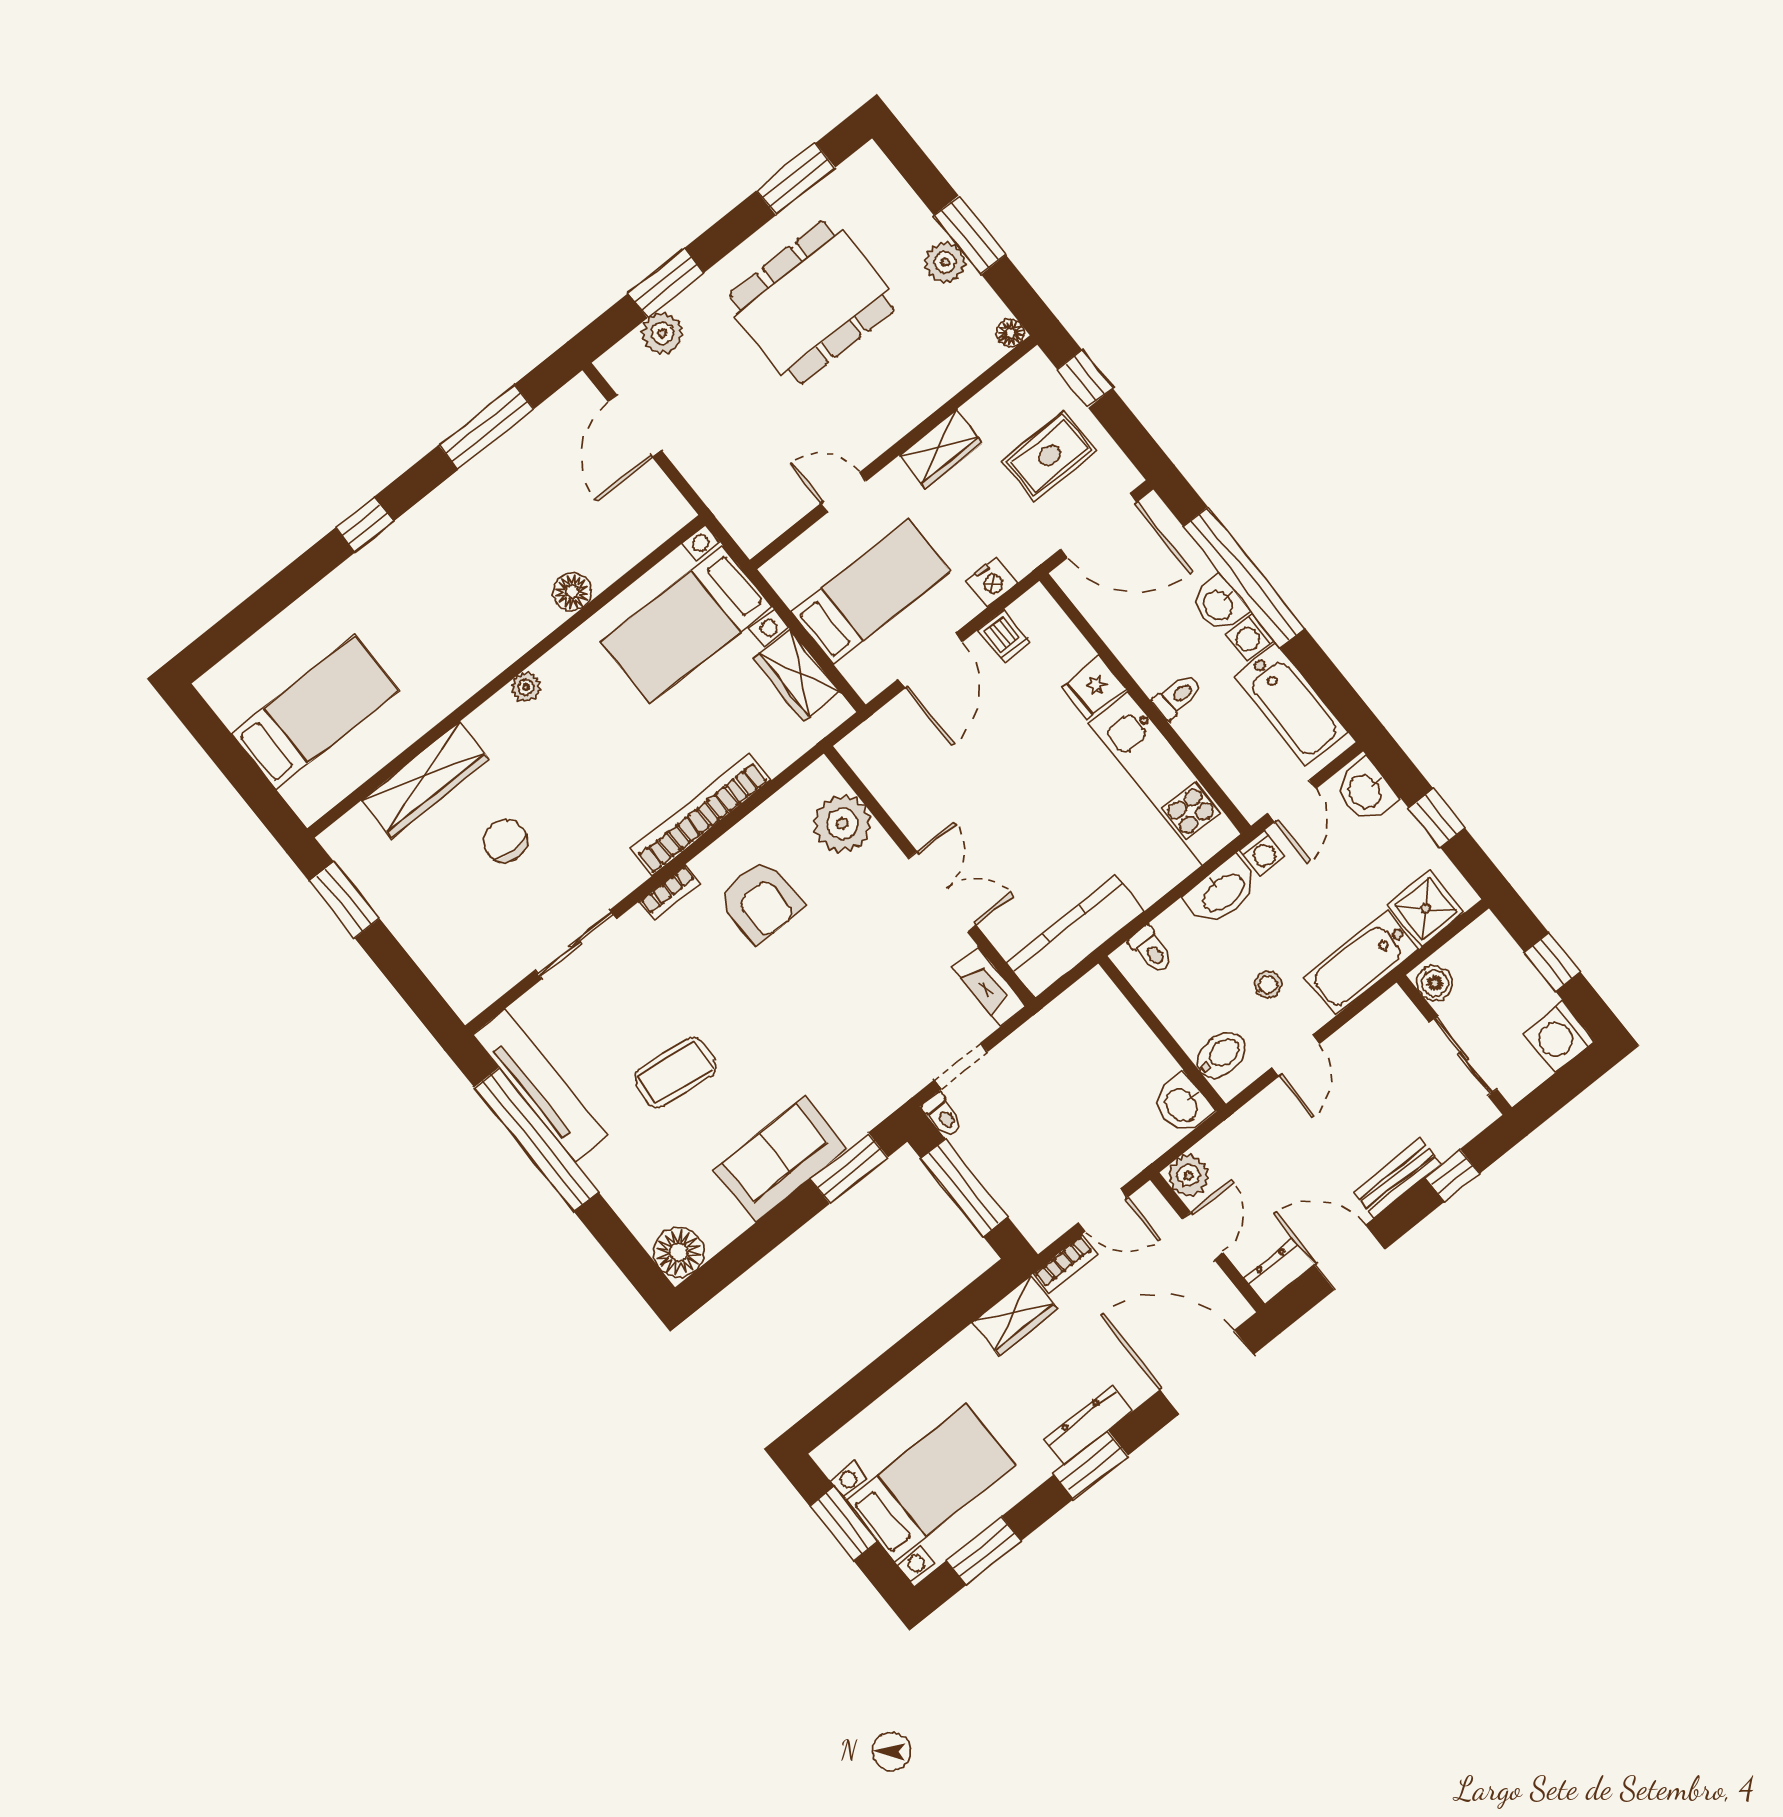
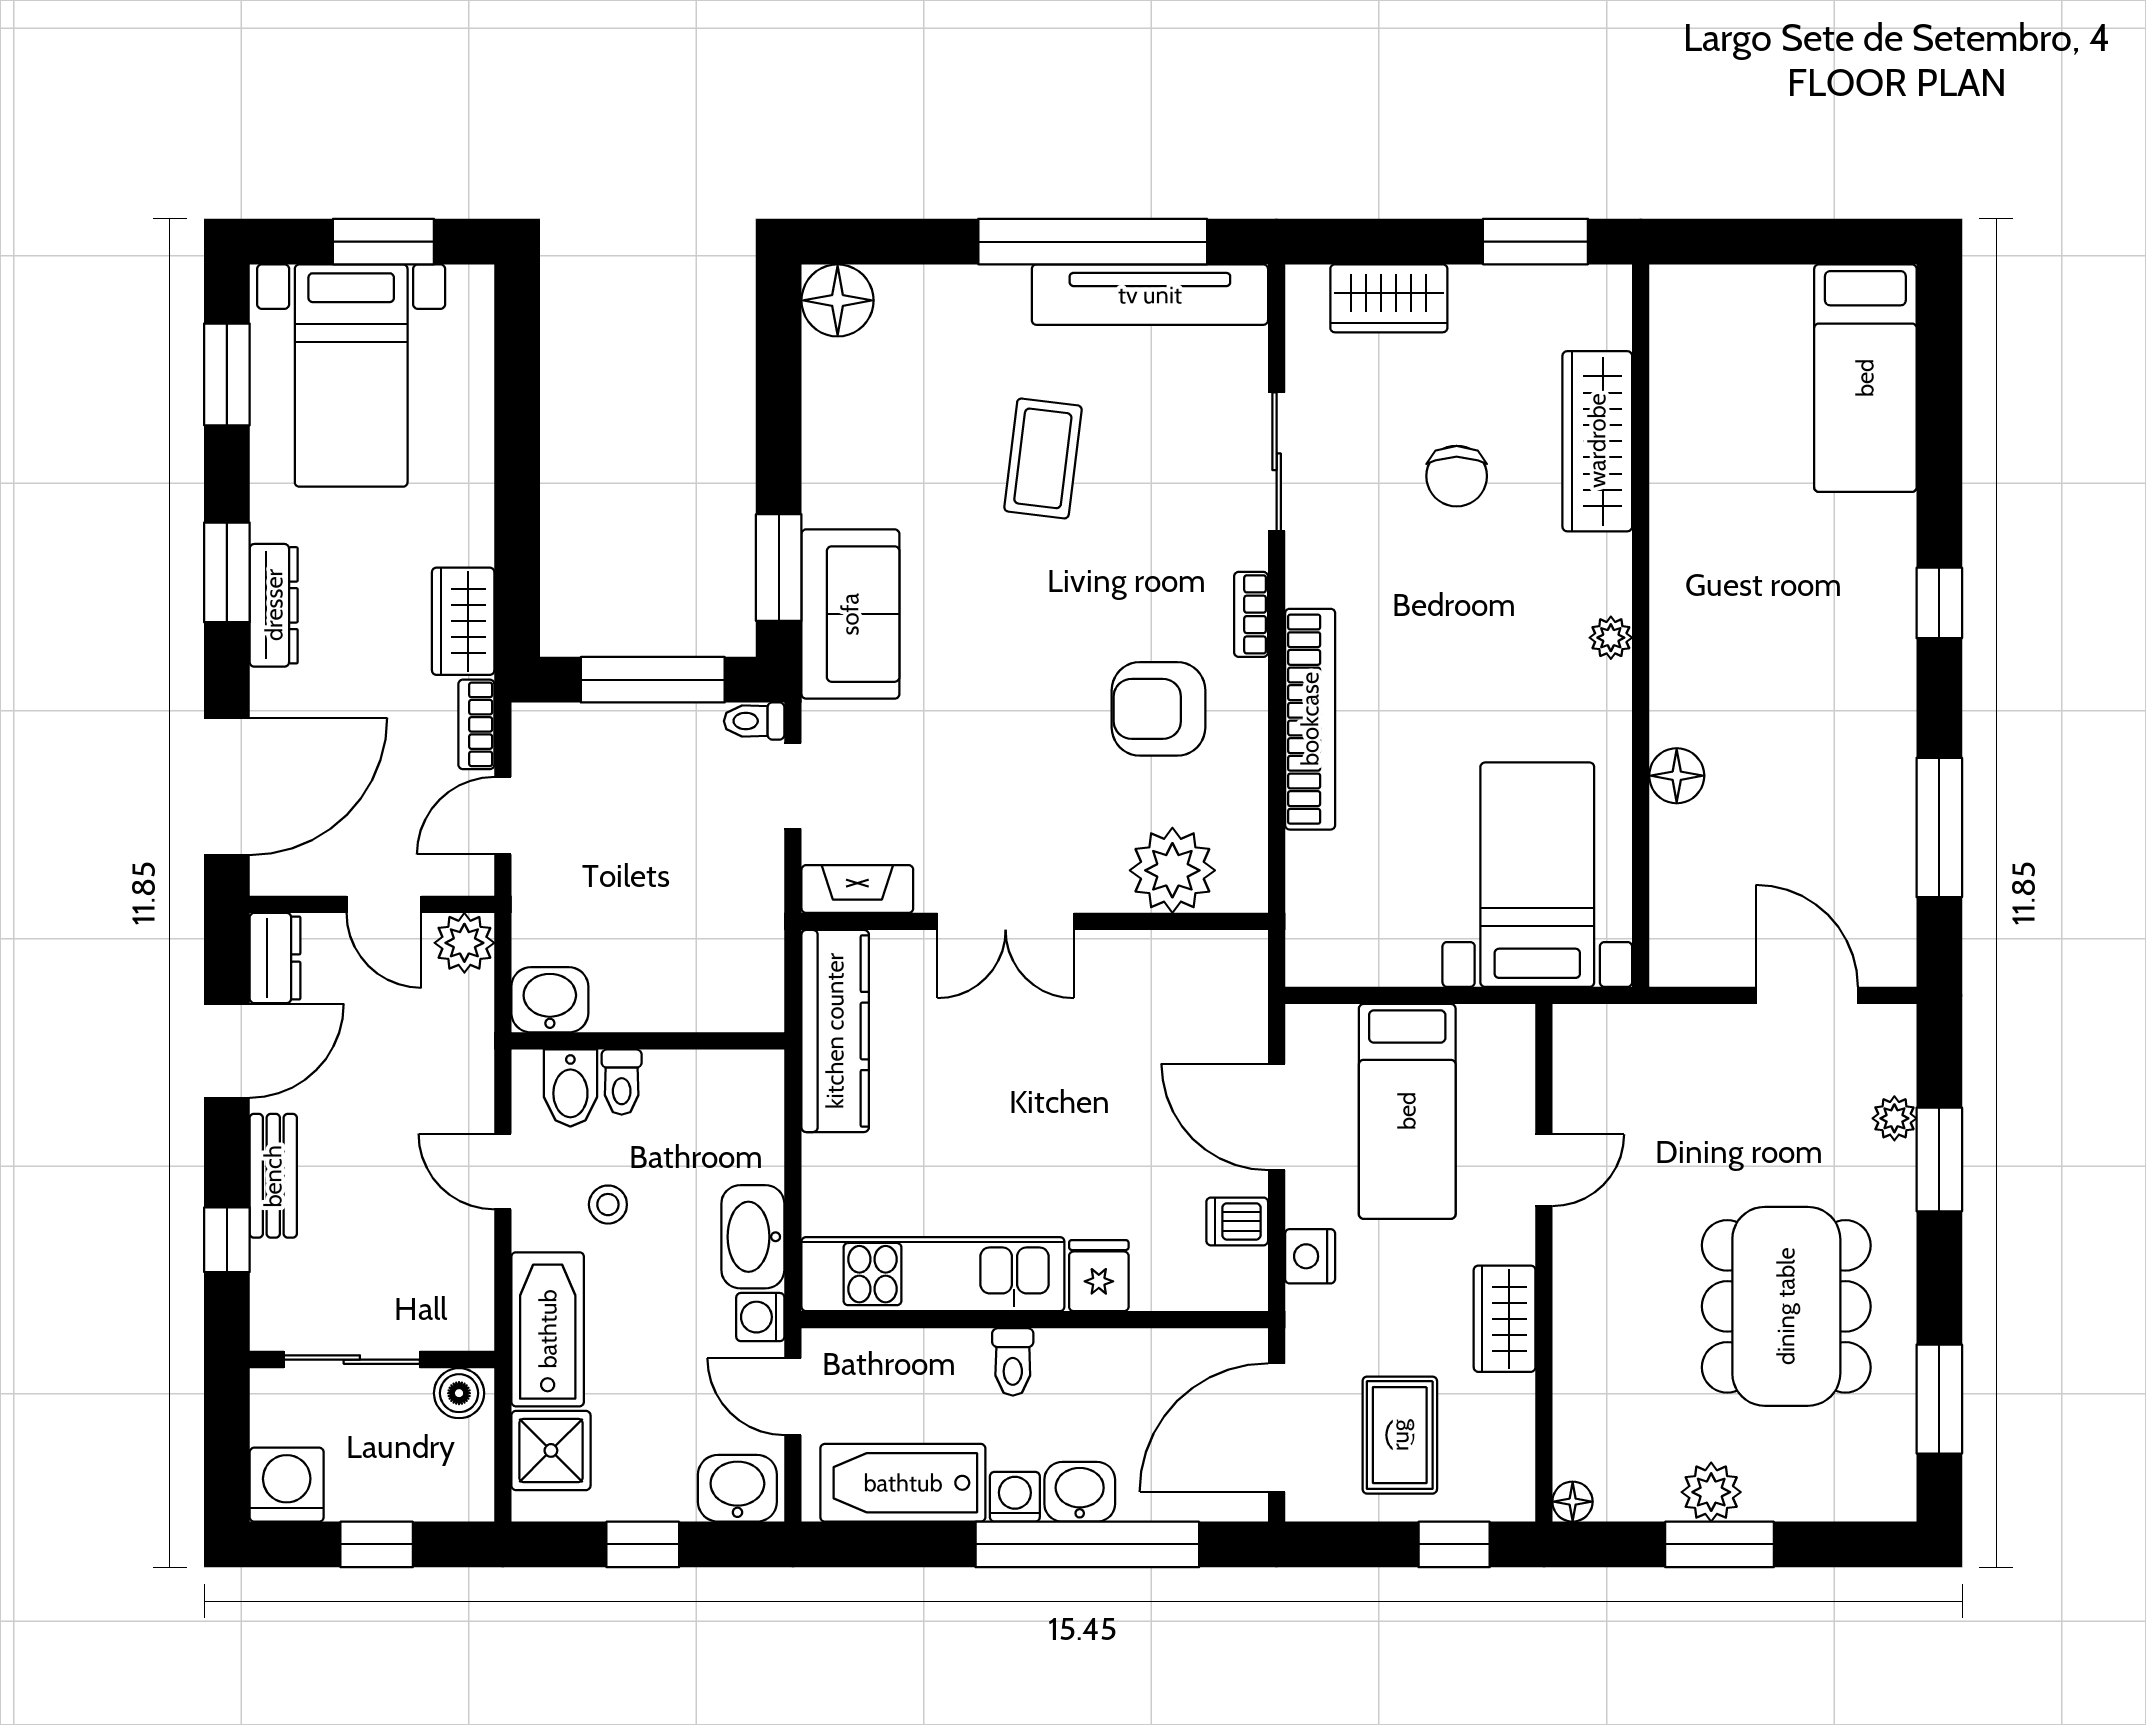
plant: (662, 333) -> (1894, 1118), width x0.73, depth x0.73
wardrobe: (797, 676) -> (1389, 298), moved, turned 180
bed: (315, 712) -> (1865, 378), moved
chair: (505, 841) -> (1457, 476), turned 90
toilet: (1151, 950) -> (622, 1082), moved, turned -90
sofa: (780, 1159) -> (850, 614), moved

